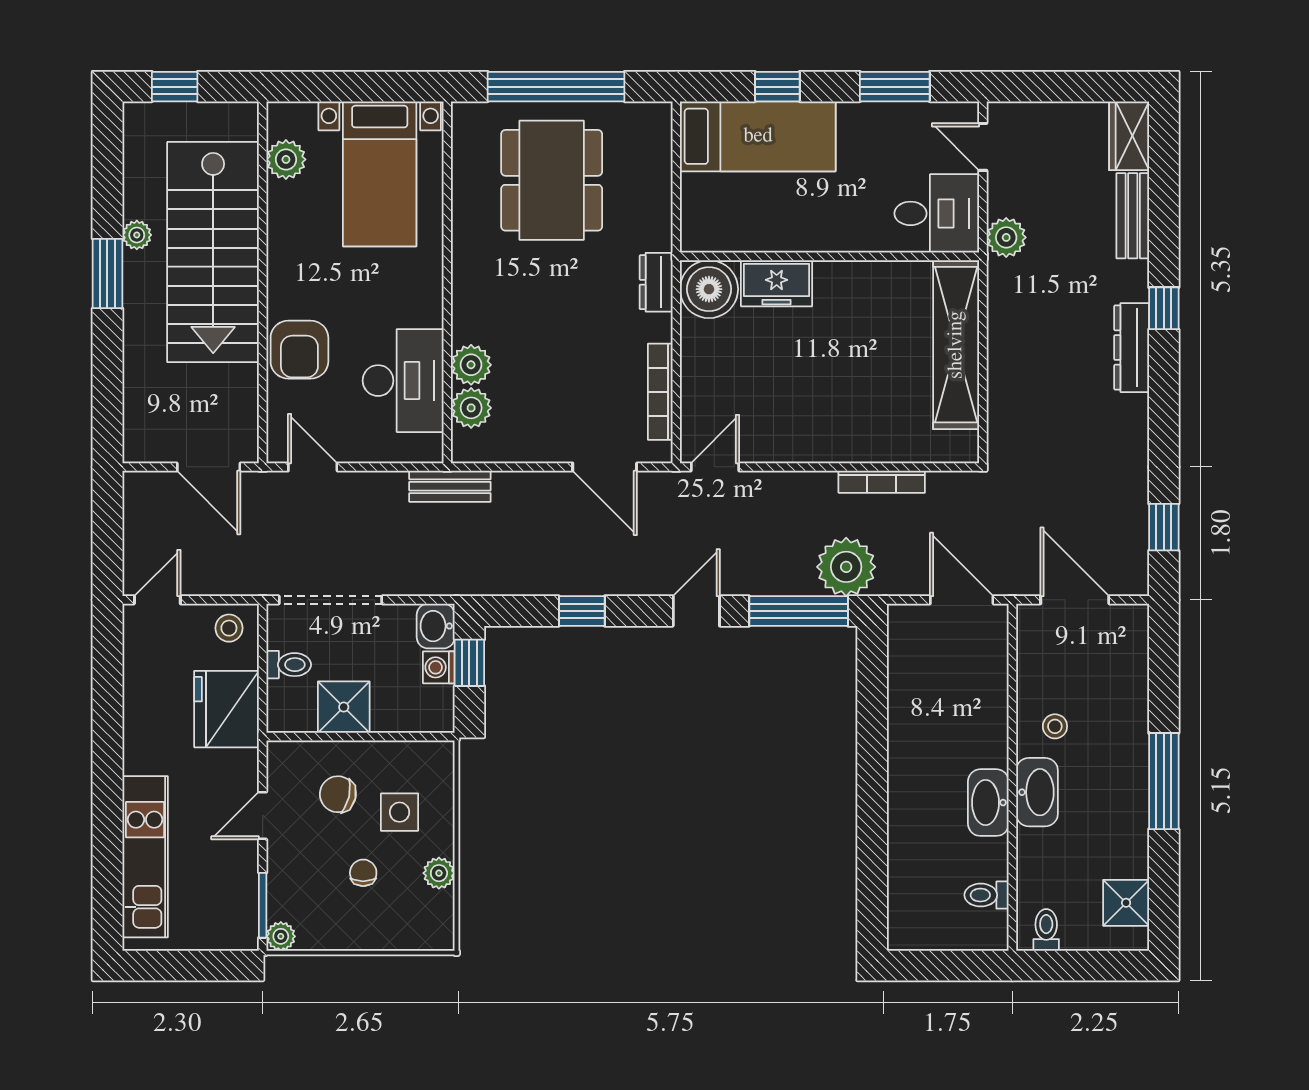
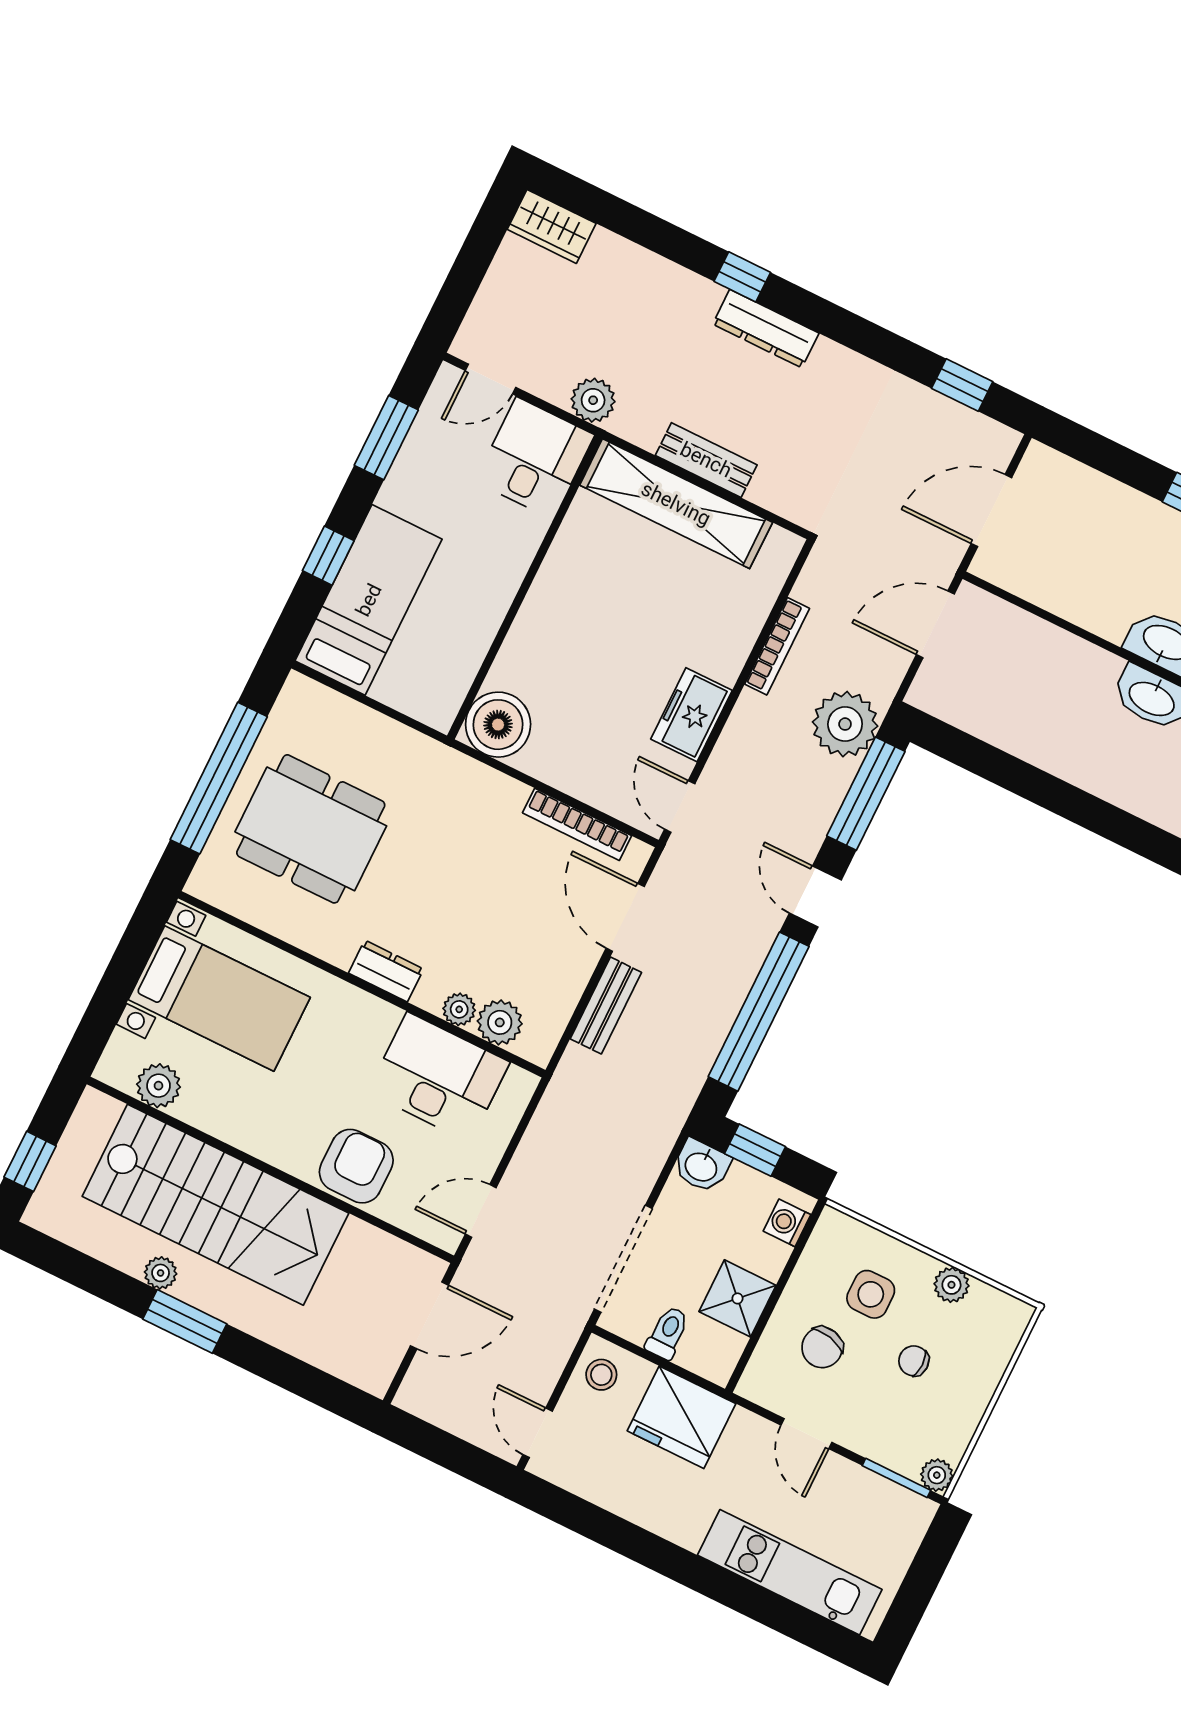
bench: (1133, 216) -> (706, 460), moved
dresser: (656, 282) -> (386, 971), moved, turned 180
freezer: (777, 283) -> (691, 715), moved, turned 180
armchair: (299, 350) -> (356, 1166), turned -90
plant: (471, 365) -> (459, 1009), width x0.73, depth x0.73
door: (605, 467) -> (625, 917), swing flipped
bench: (450, 486) -> (606, 1006), moved
window: (582, 611) -> (759, 1012), width x3.17
washing machine: (439, 667) -> (787, 1223), moved, turned 90
stool: (1055, 726) -> (1109, 593), removed

